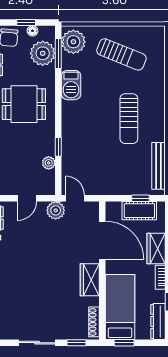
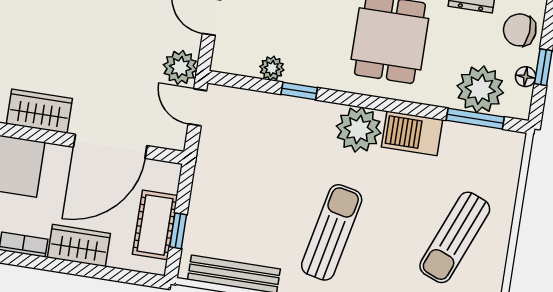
plant: (73, 42) -> (359, 130), moved
sun lounger: (129, 119) -> (332, 232), turned 102
door: (75, 198) -> (197, 107), swing flipped

